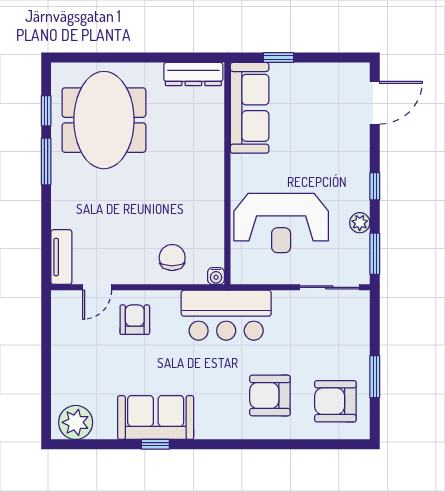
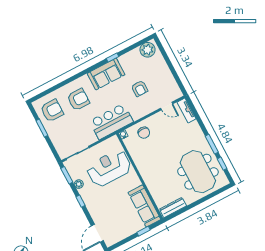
door: (97, 287) -> (167, 106), swing flipped
armchair: (135, 320) -> (140, 88), moved
sofa: (156, 418) -> (106, 74), moved

